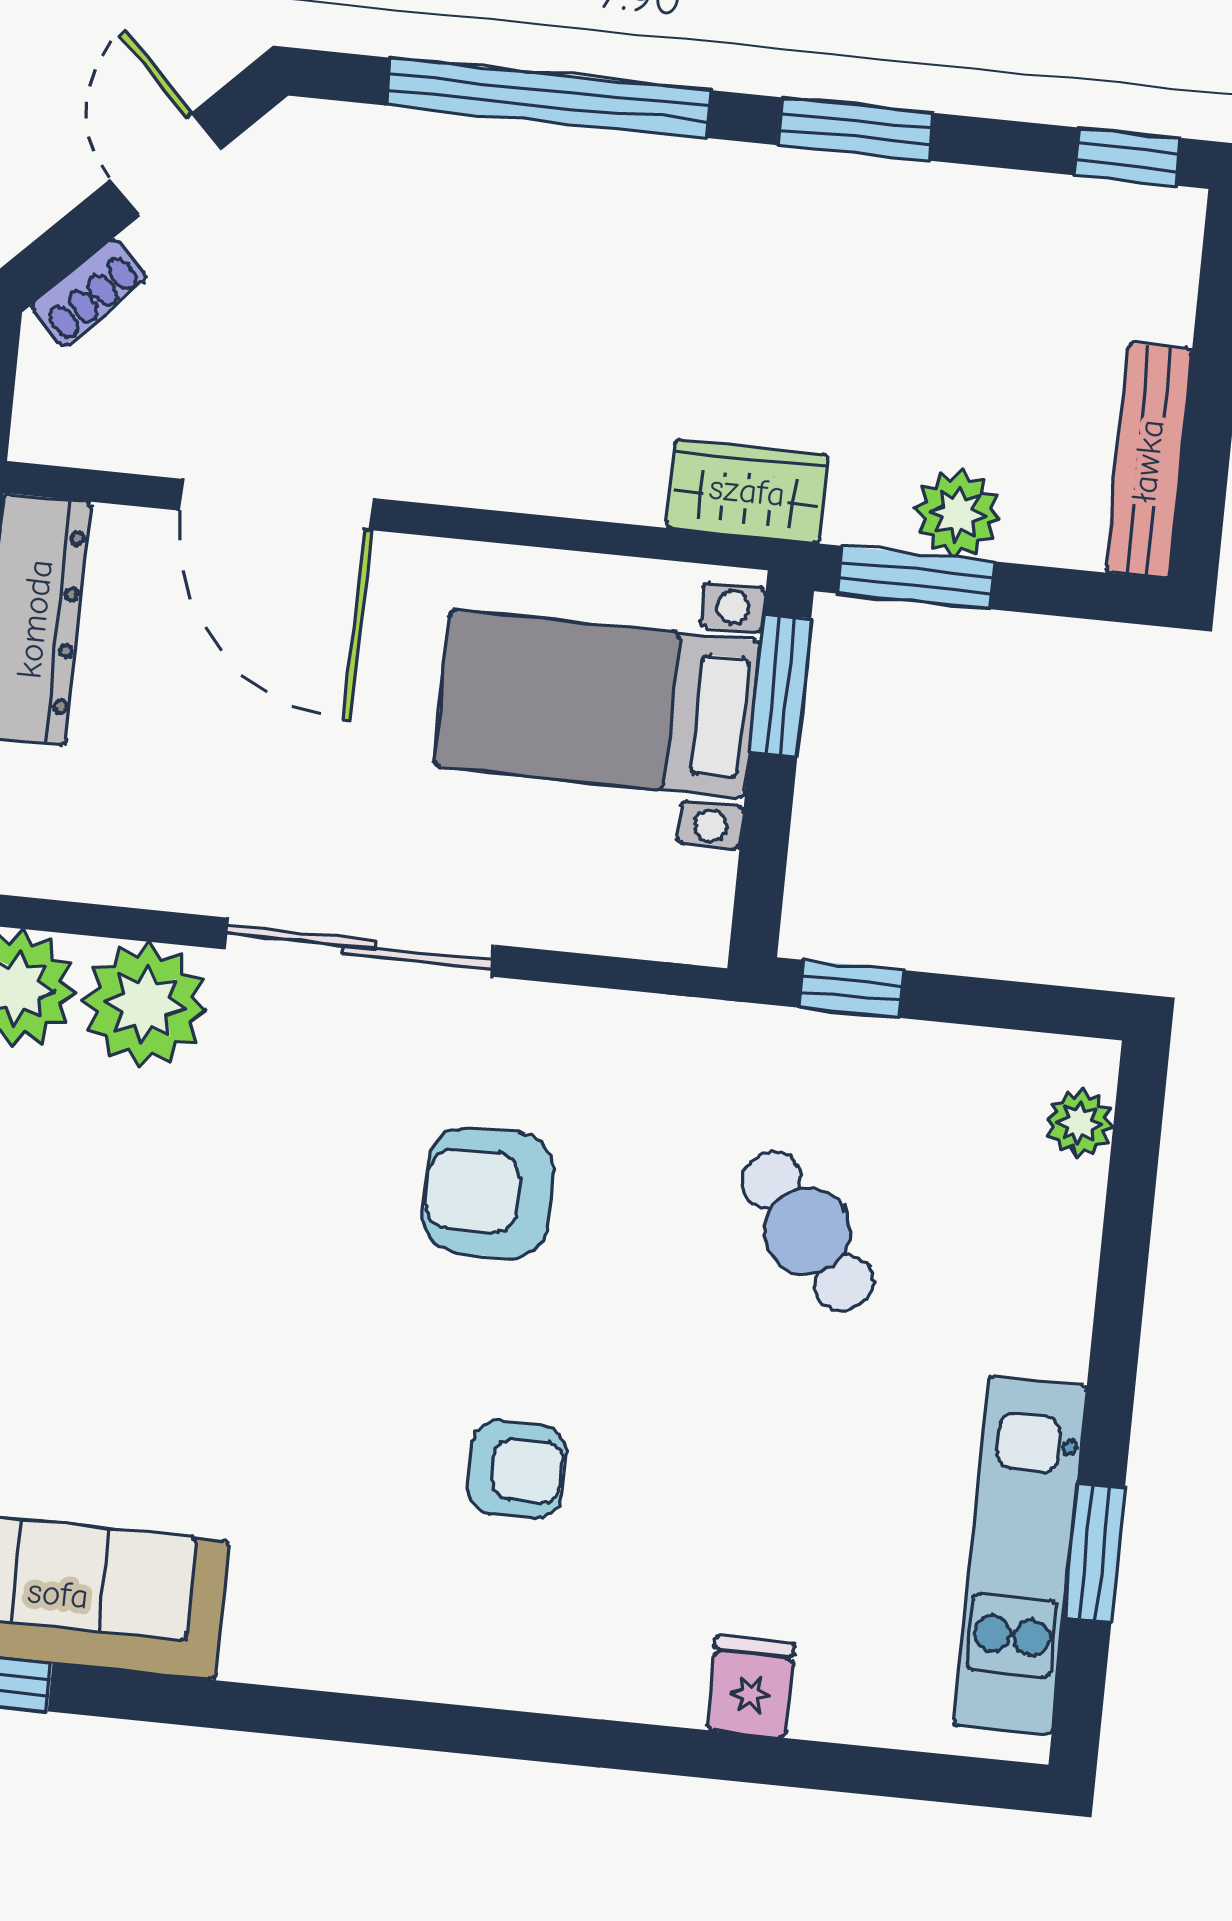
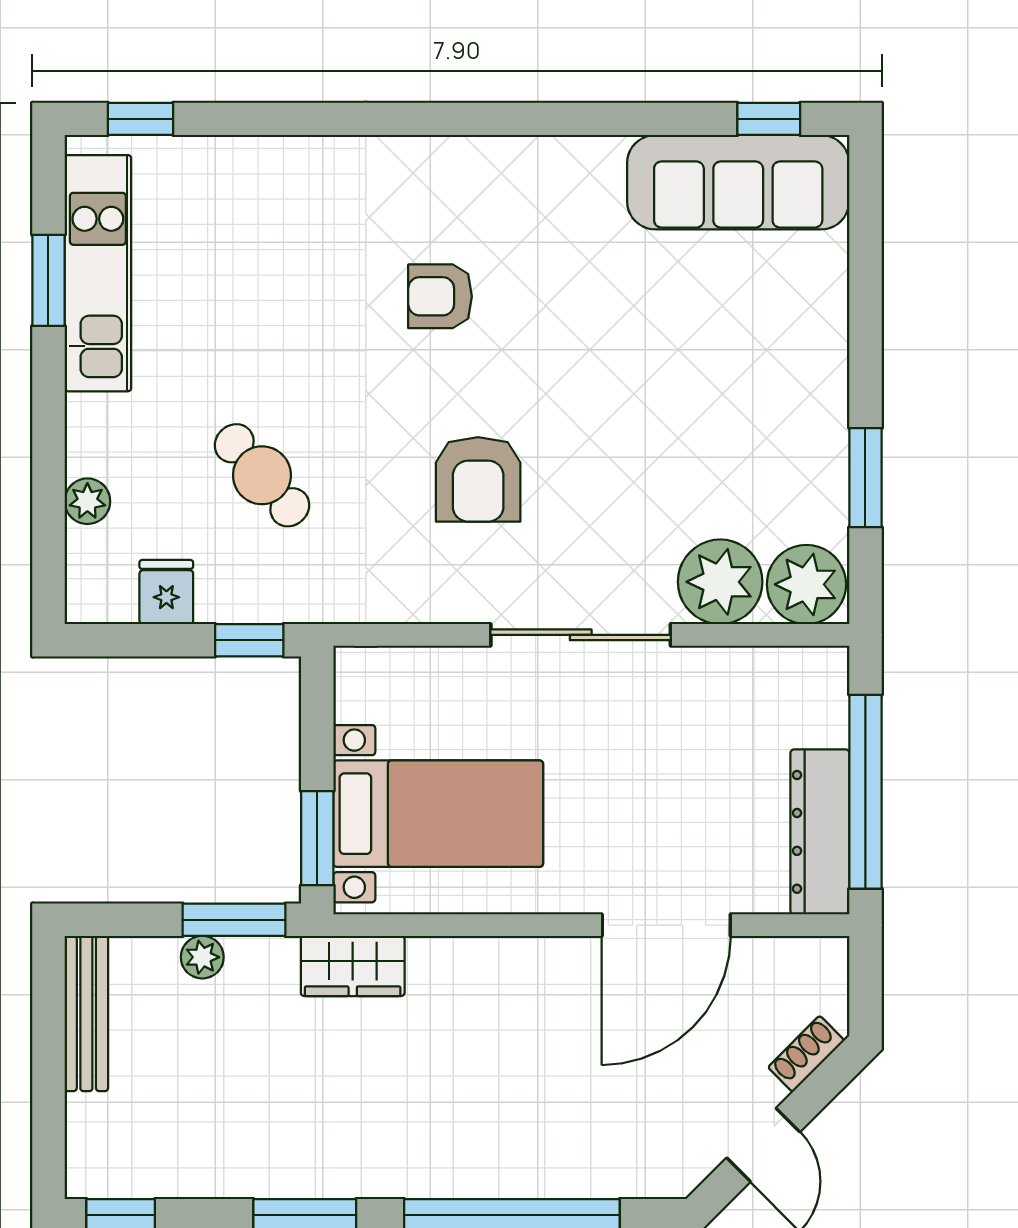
door: (277, 504) -> (666, 925), swing flipped
plant: (958, 514) -> (202, 957), width x0.73, depth x0.73
plant: (1080, 1123) -> (87, 501), moved
armchair: (488, 1193) -> (478, 479), turned 90
fridge: (751, 1687) -> (166, 592), moved, turned 180
window: (934, 1777) -> (140, 119), added

